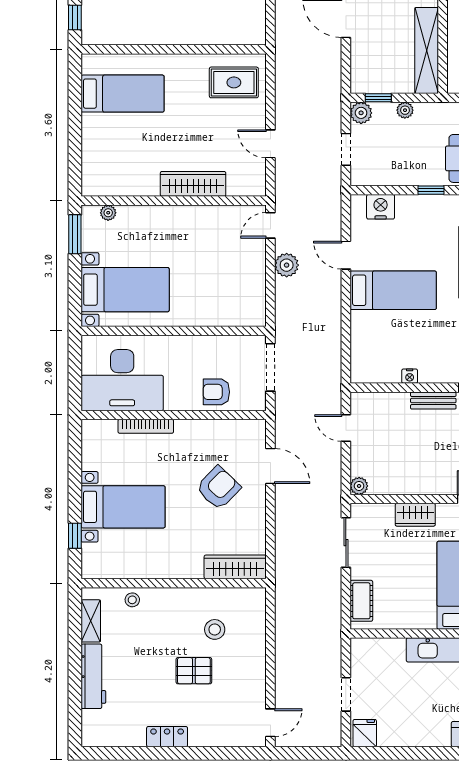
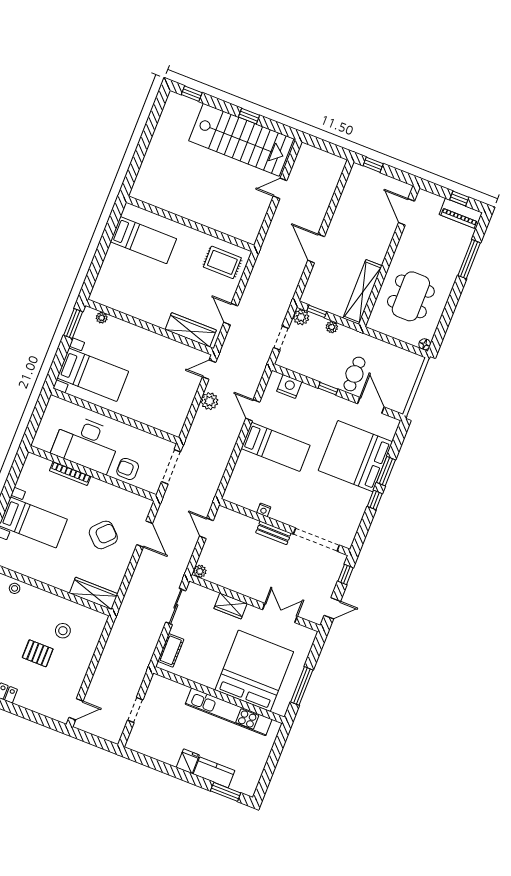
window: (75, 17) -> (131, 175), removed
wardrobe: (193, 184) -> (191, 330), moved
desk: (122, 380) -> (86, 443), moved
fridge: (365, 733) -> (188, 761), moved

